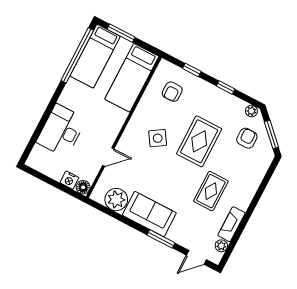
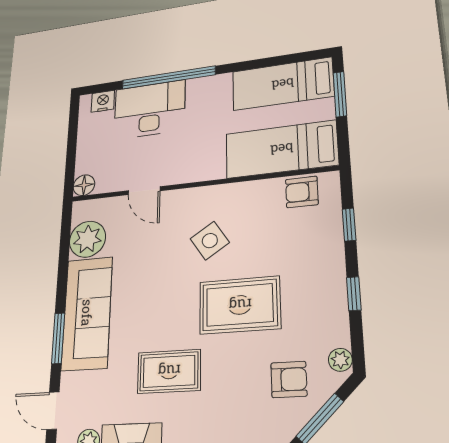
window: (77, 55) -> (168, 78), moved
armchair: (172, 92) -> (302, 192), moved
nightstand: (69, 180) -> (103, 101), moved, turned 90
sofa: (149, 214) -> (87, 313), width x1.36

